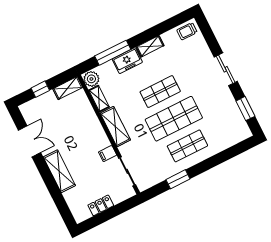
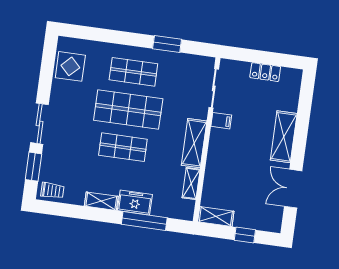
plant: (91, 79) -> (185, 209), removed
window: (245, 109) -> (34, 167), moved
display table: (231, 121) -> (70, 66), added

